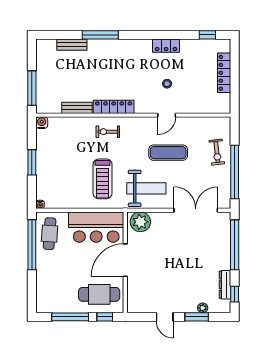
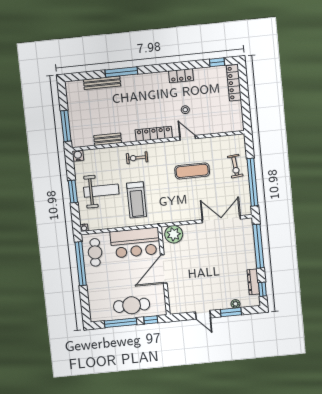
bench: (72, 45) -> (102, 83), width x1.36
locker: (224, 73) -> (234, 83), moved
locker: (114, 107) -> (154, 134), moved
door: (167, 115) -> (188, 138), swing flipped
weight bench: (146, 188) -> (101, 191), moved
cafe table: (99, 294) -> (132, 305), moved

